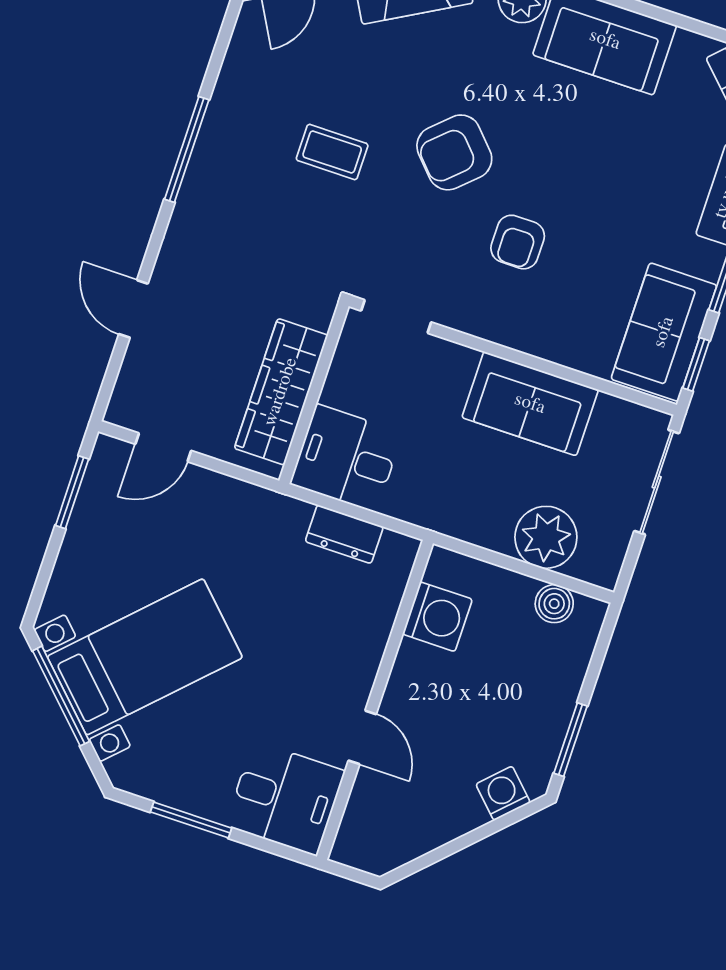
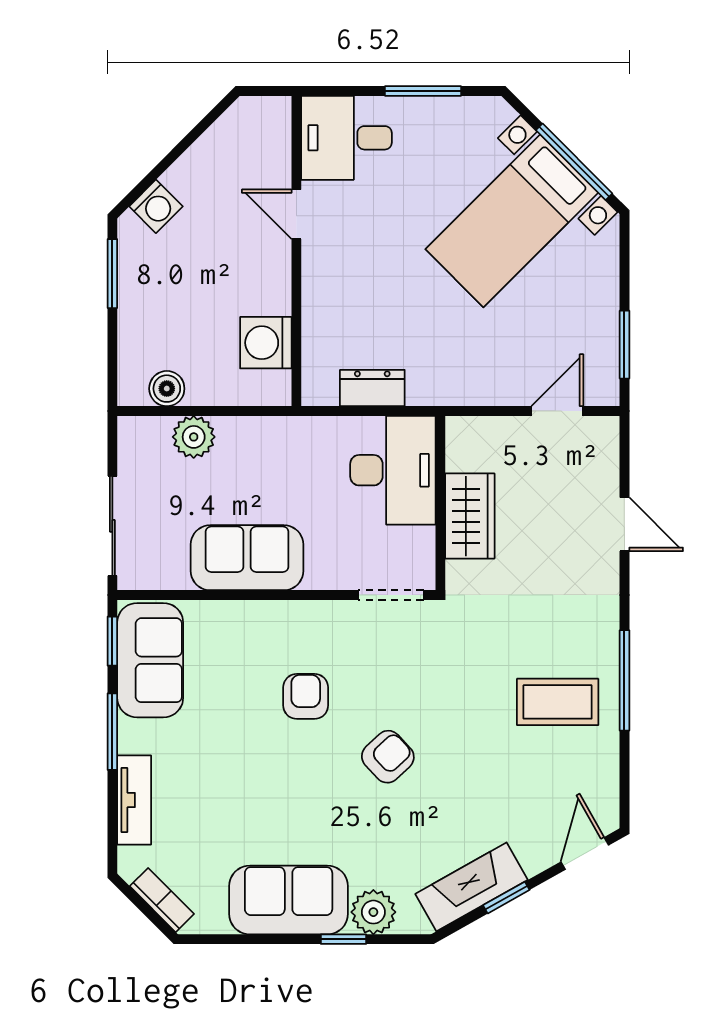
coffee table: (332, 152) -> (558, 702), moved, width x1.36, depth x1.30
armchair: (454, 152) -> (388, 757), width x0.72, depth x0.72
wardrobe: (281, 392) -> (470, 516), width x0.67
desk: (346, 458) -> (393, 470), width x1.37
plant: (546, 537) -> (194, 437), width x0.73, depth x0.73

